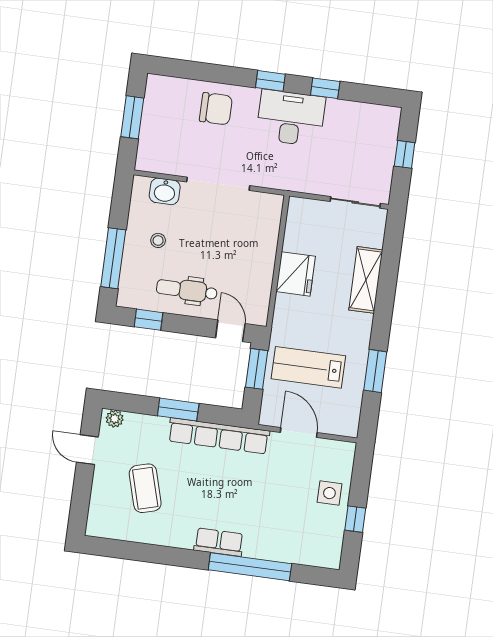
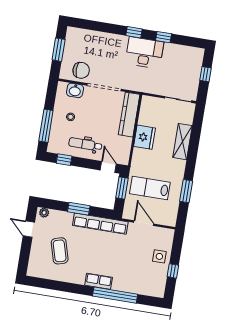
chair: (216, 109) -> (81, 70), moved
kitchen counter: (266, 233) -> (129, 115), added

